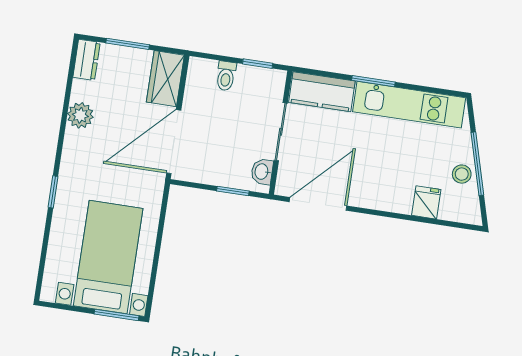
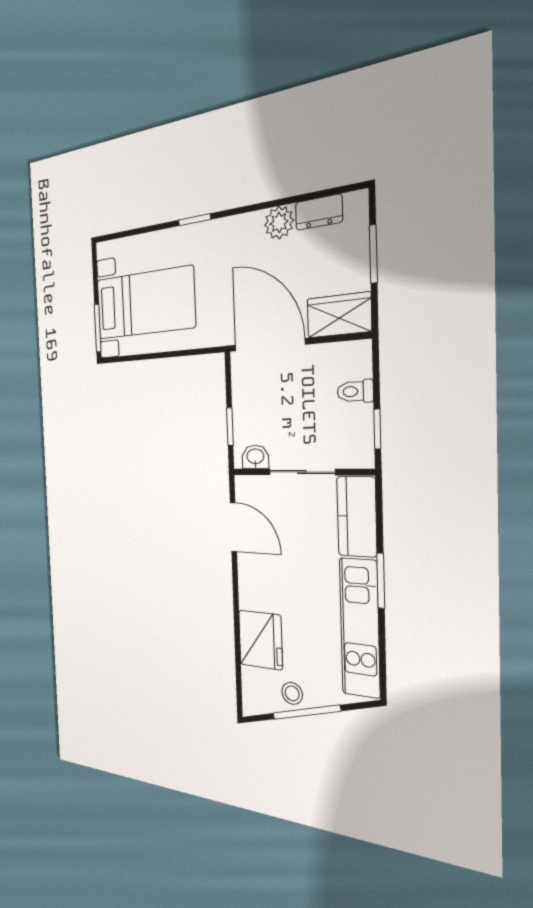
dresser: (87, 60) -> (319, 212), moved
fridge: (426, 202) -> (260, 640), width x1.88, depth x1.34
door: (318, 204) -> (233, 527), width x0.73

